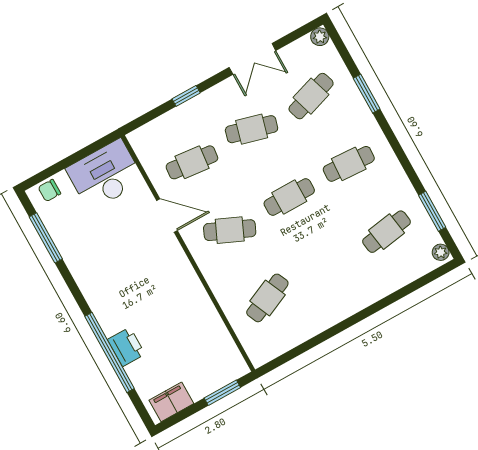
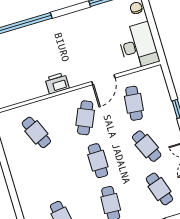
cafe table: (252, 129) -> (147, 146), turned -39
printer: (126, 347) -> (57, 83), moved, turned 180

